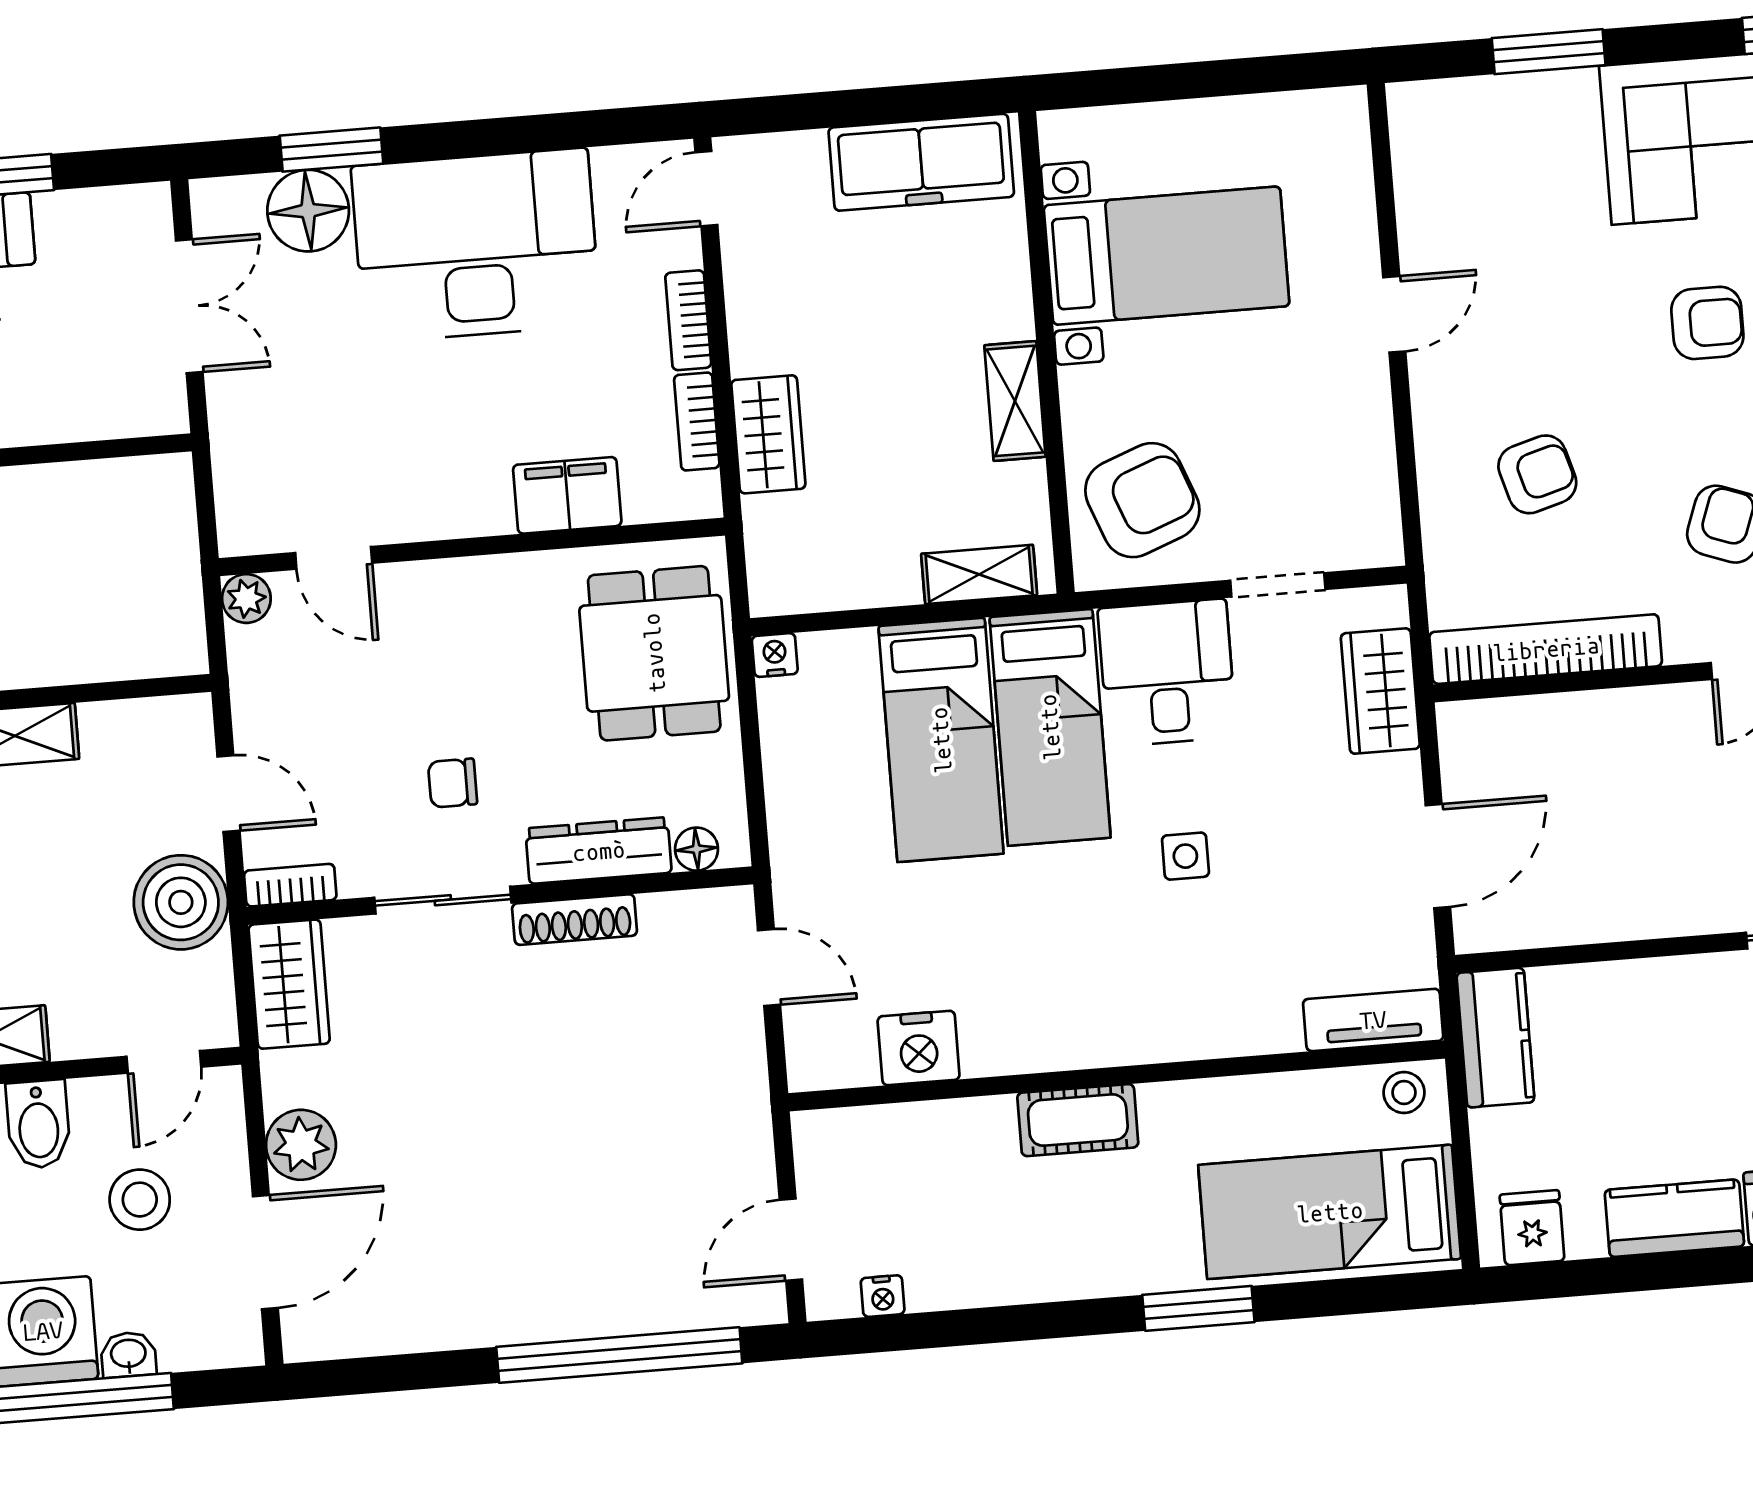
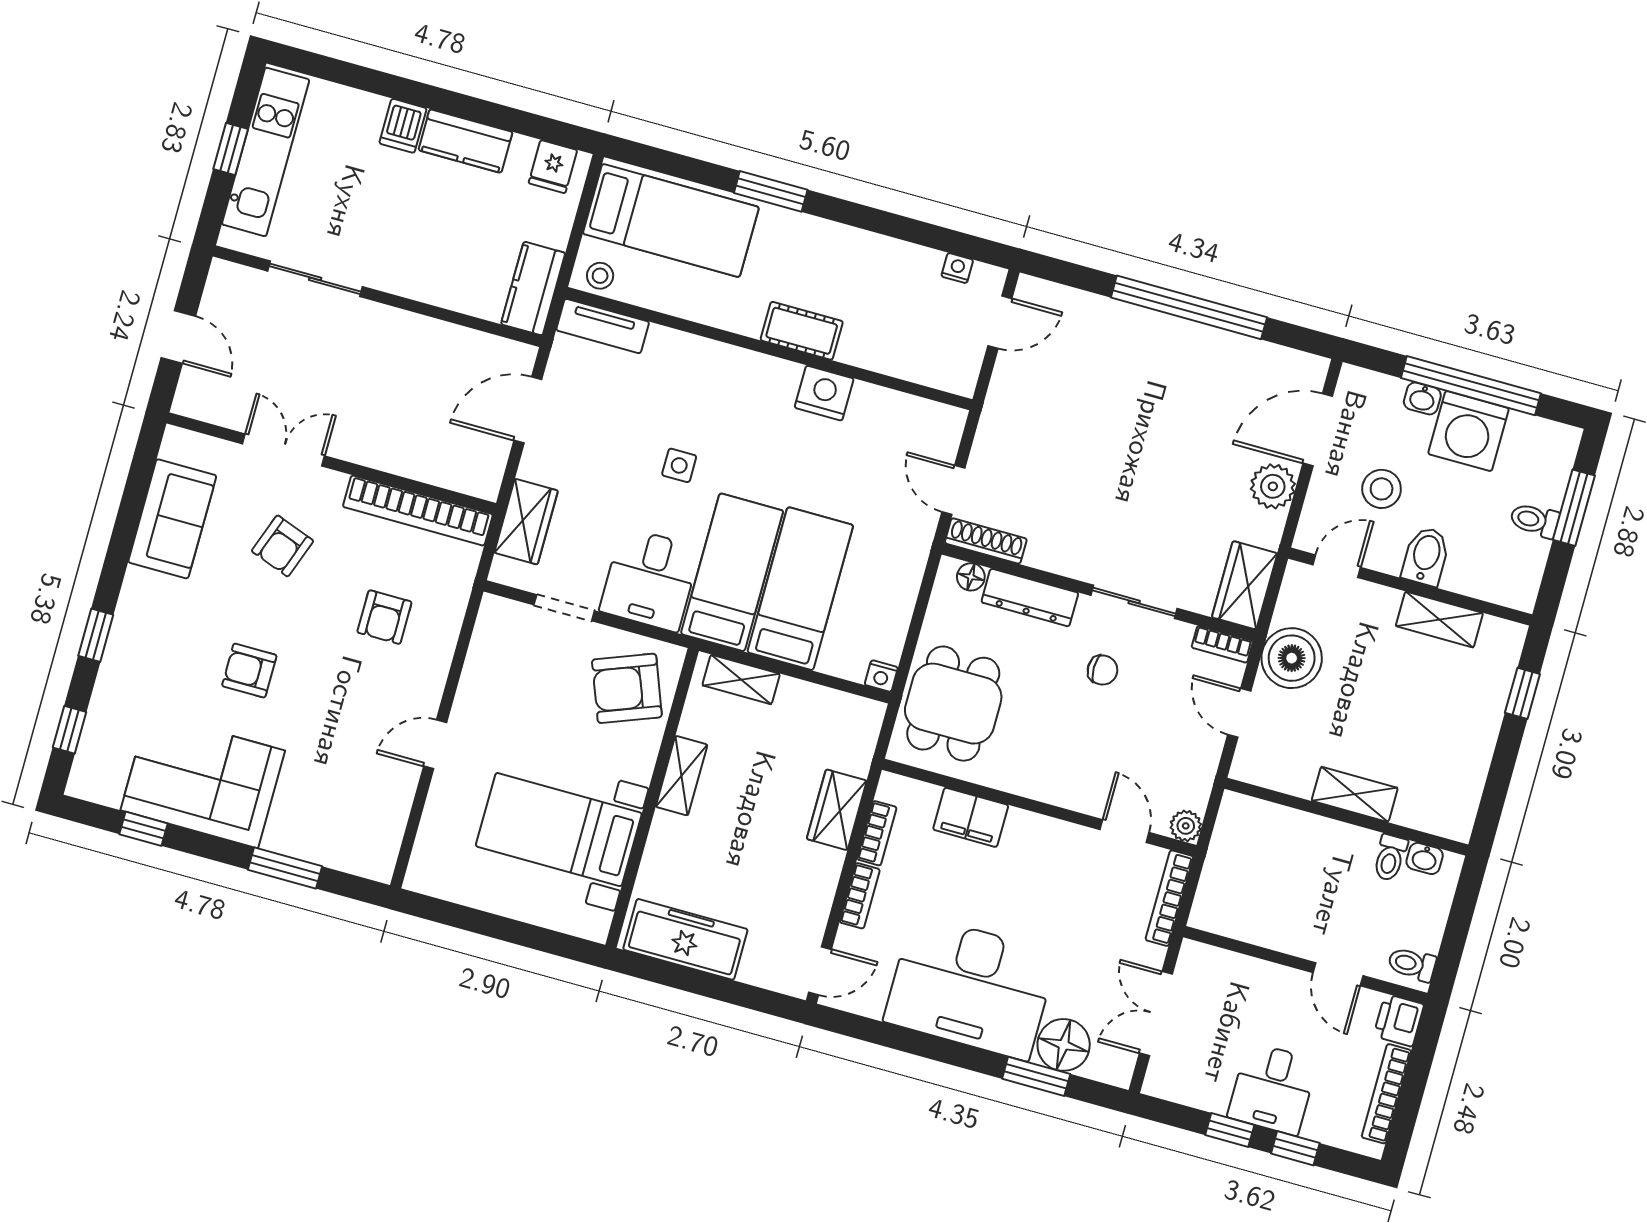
armchair: (1537, 474) -> (384, 617), turned -74
bookcase: (231, 483) -> (1169, 898), added
shoe rack: (575, 920) -> (986, 541), moved
nightstand: (919, 1048) -> (824, 393), moved
window: (619, 1355) -> (1189, 307), moved

